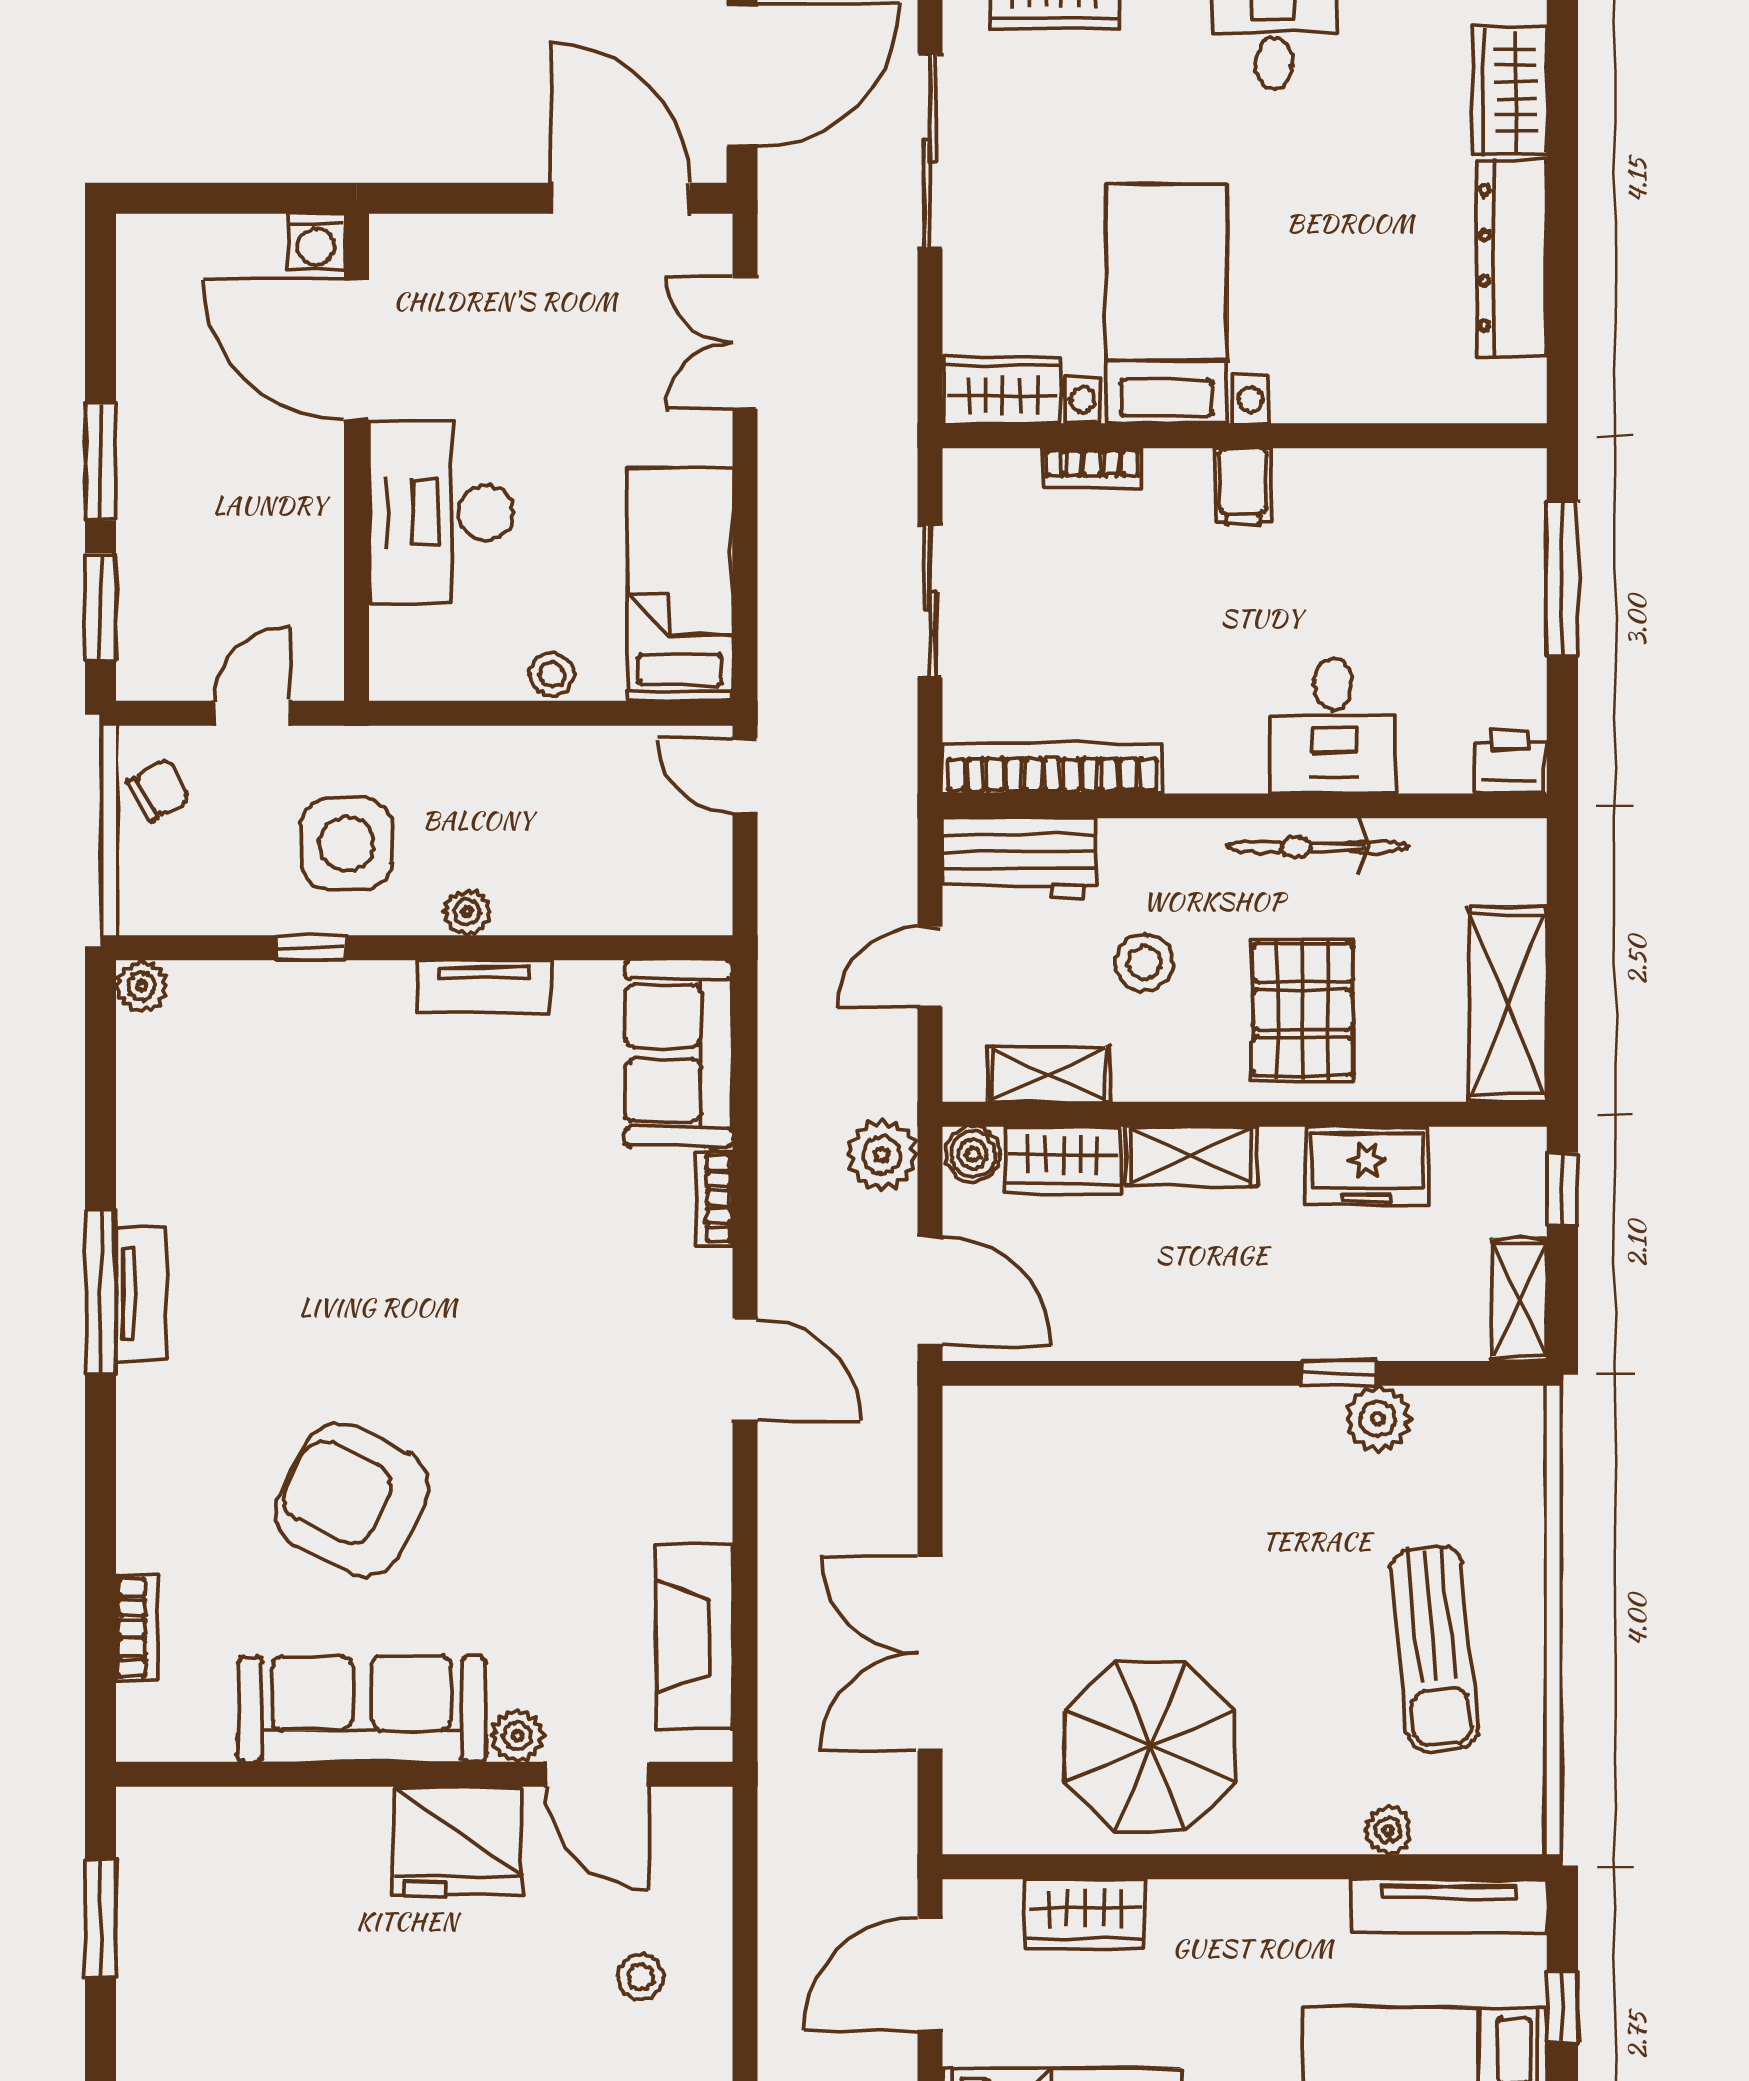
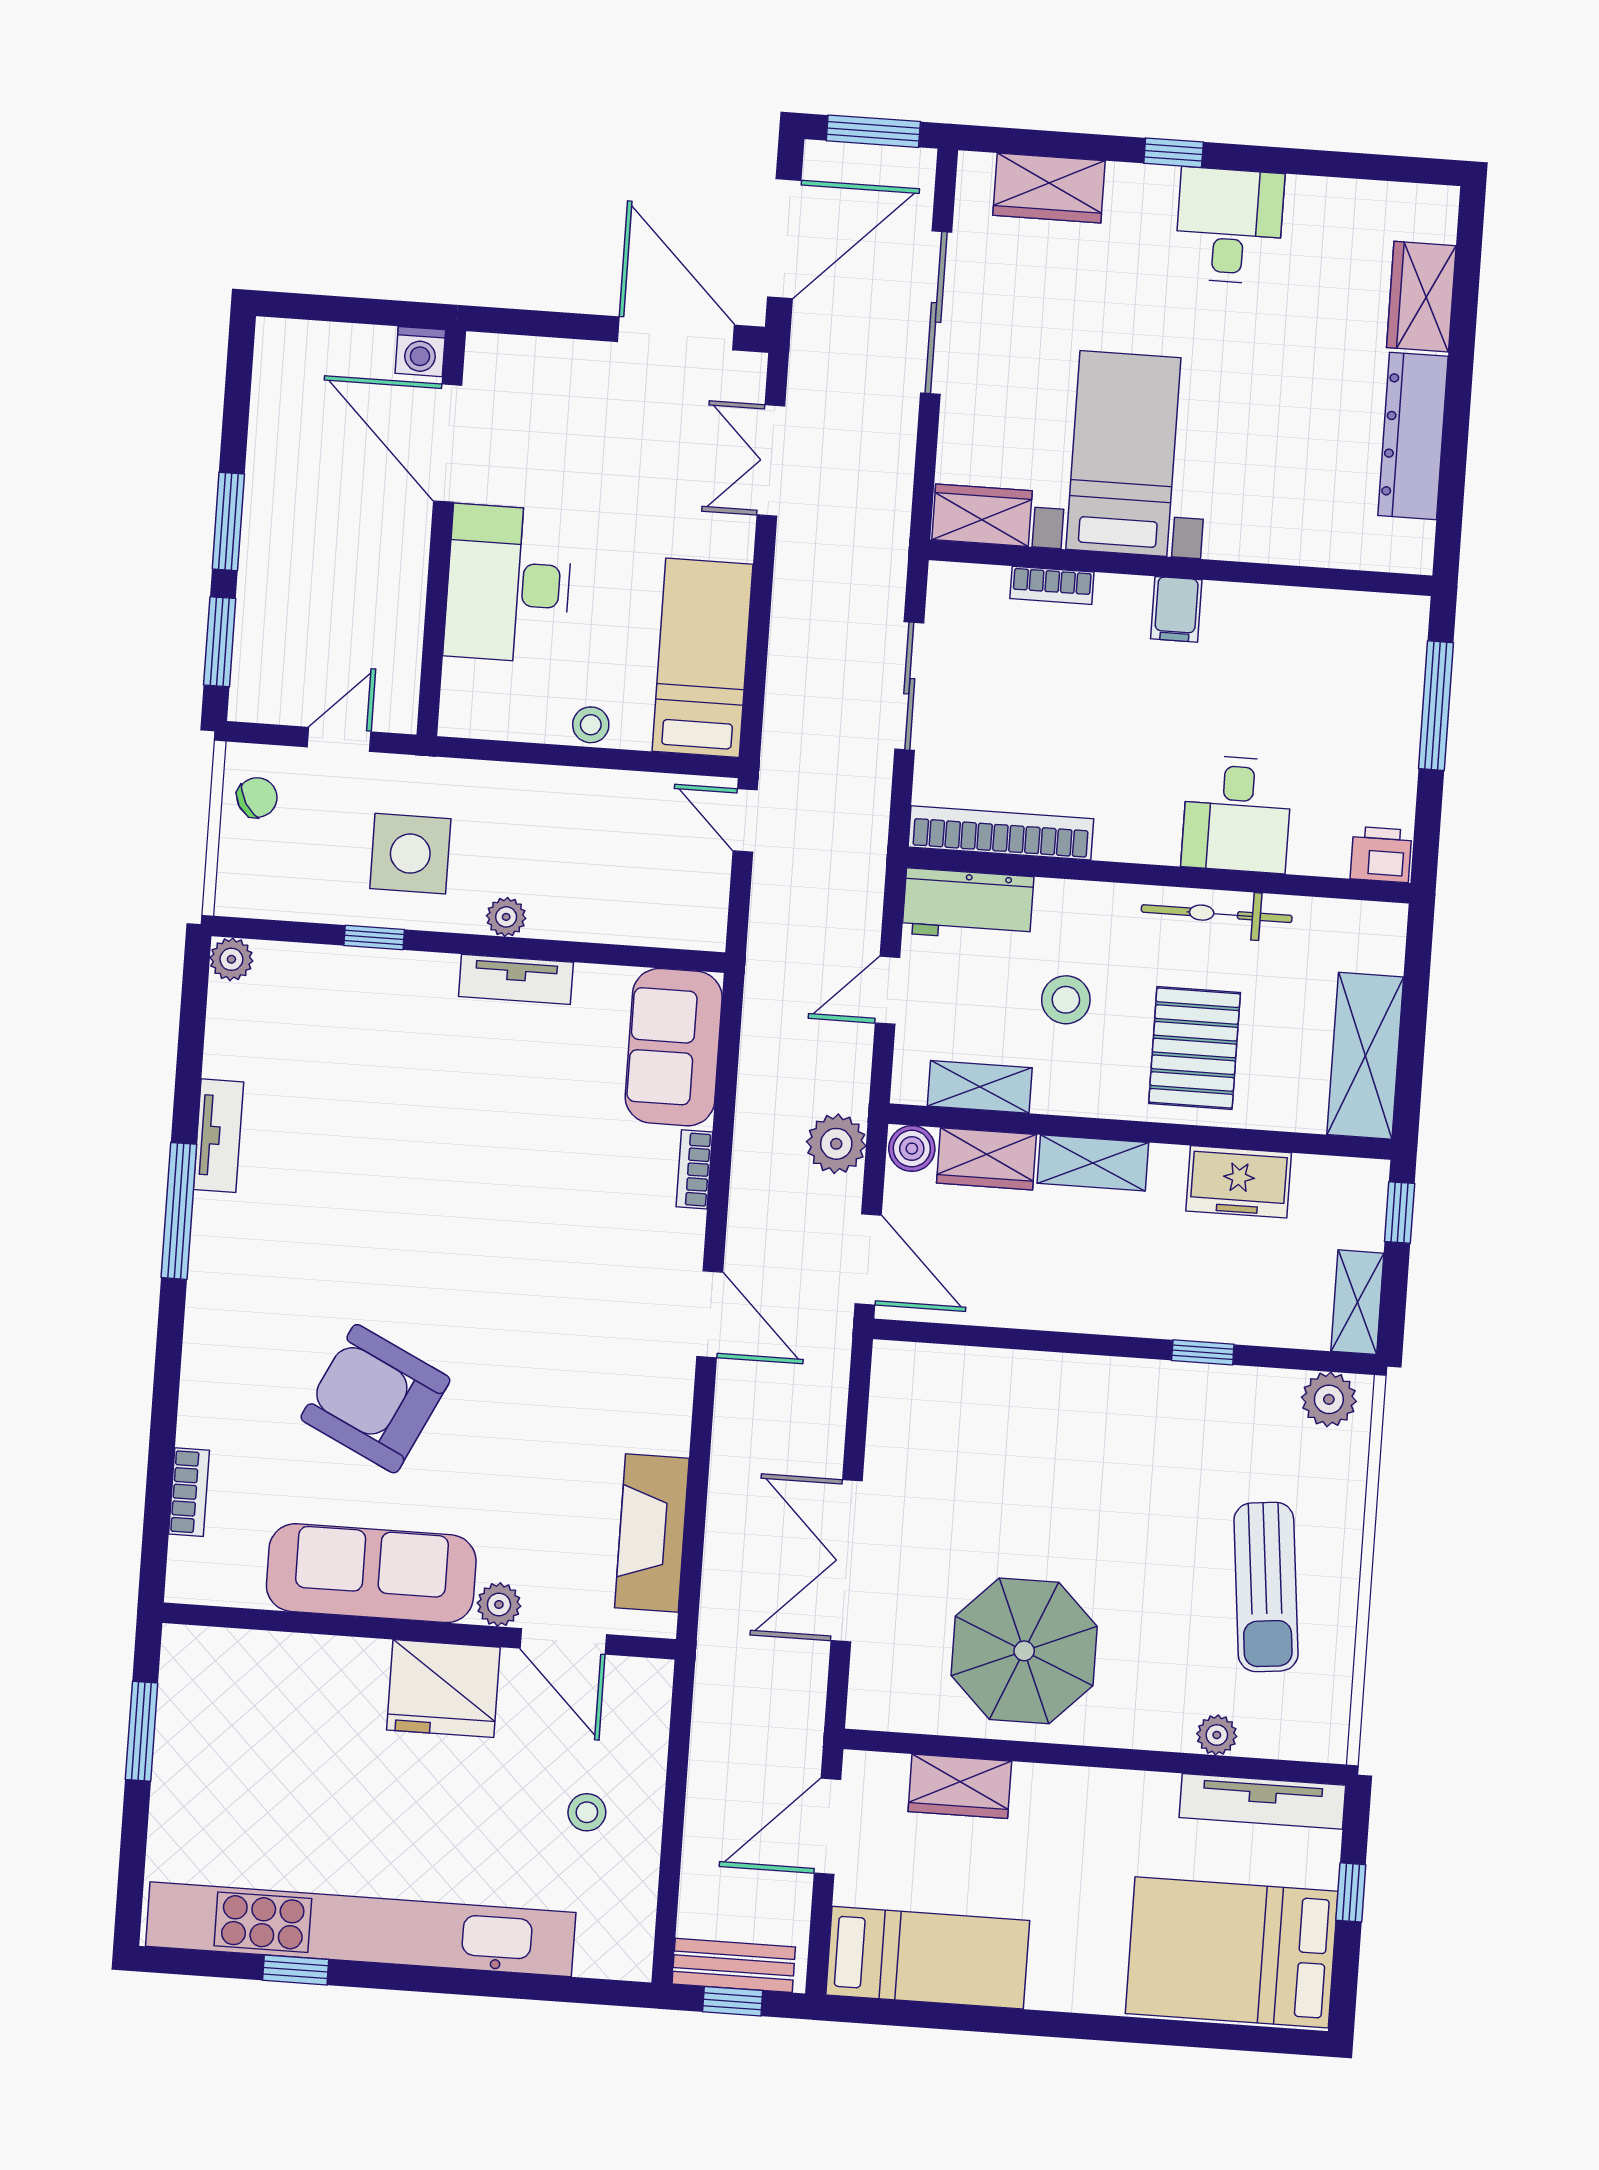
tv unit: (141, 1294) -> (218, 1136), moved
plant: (1378, 1419) -> (1329, 1399), moved

